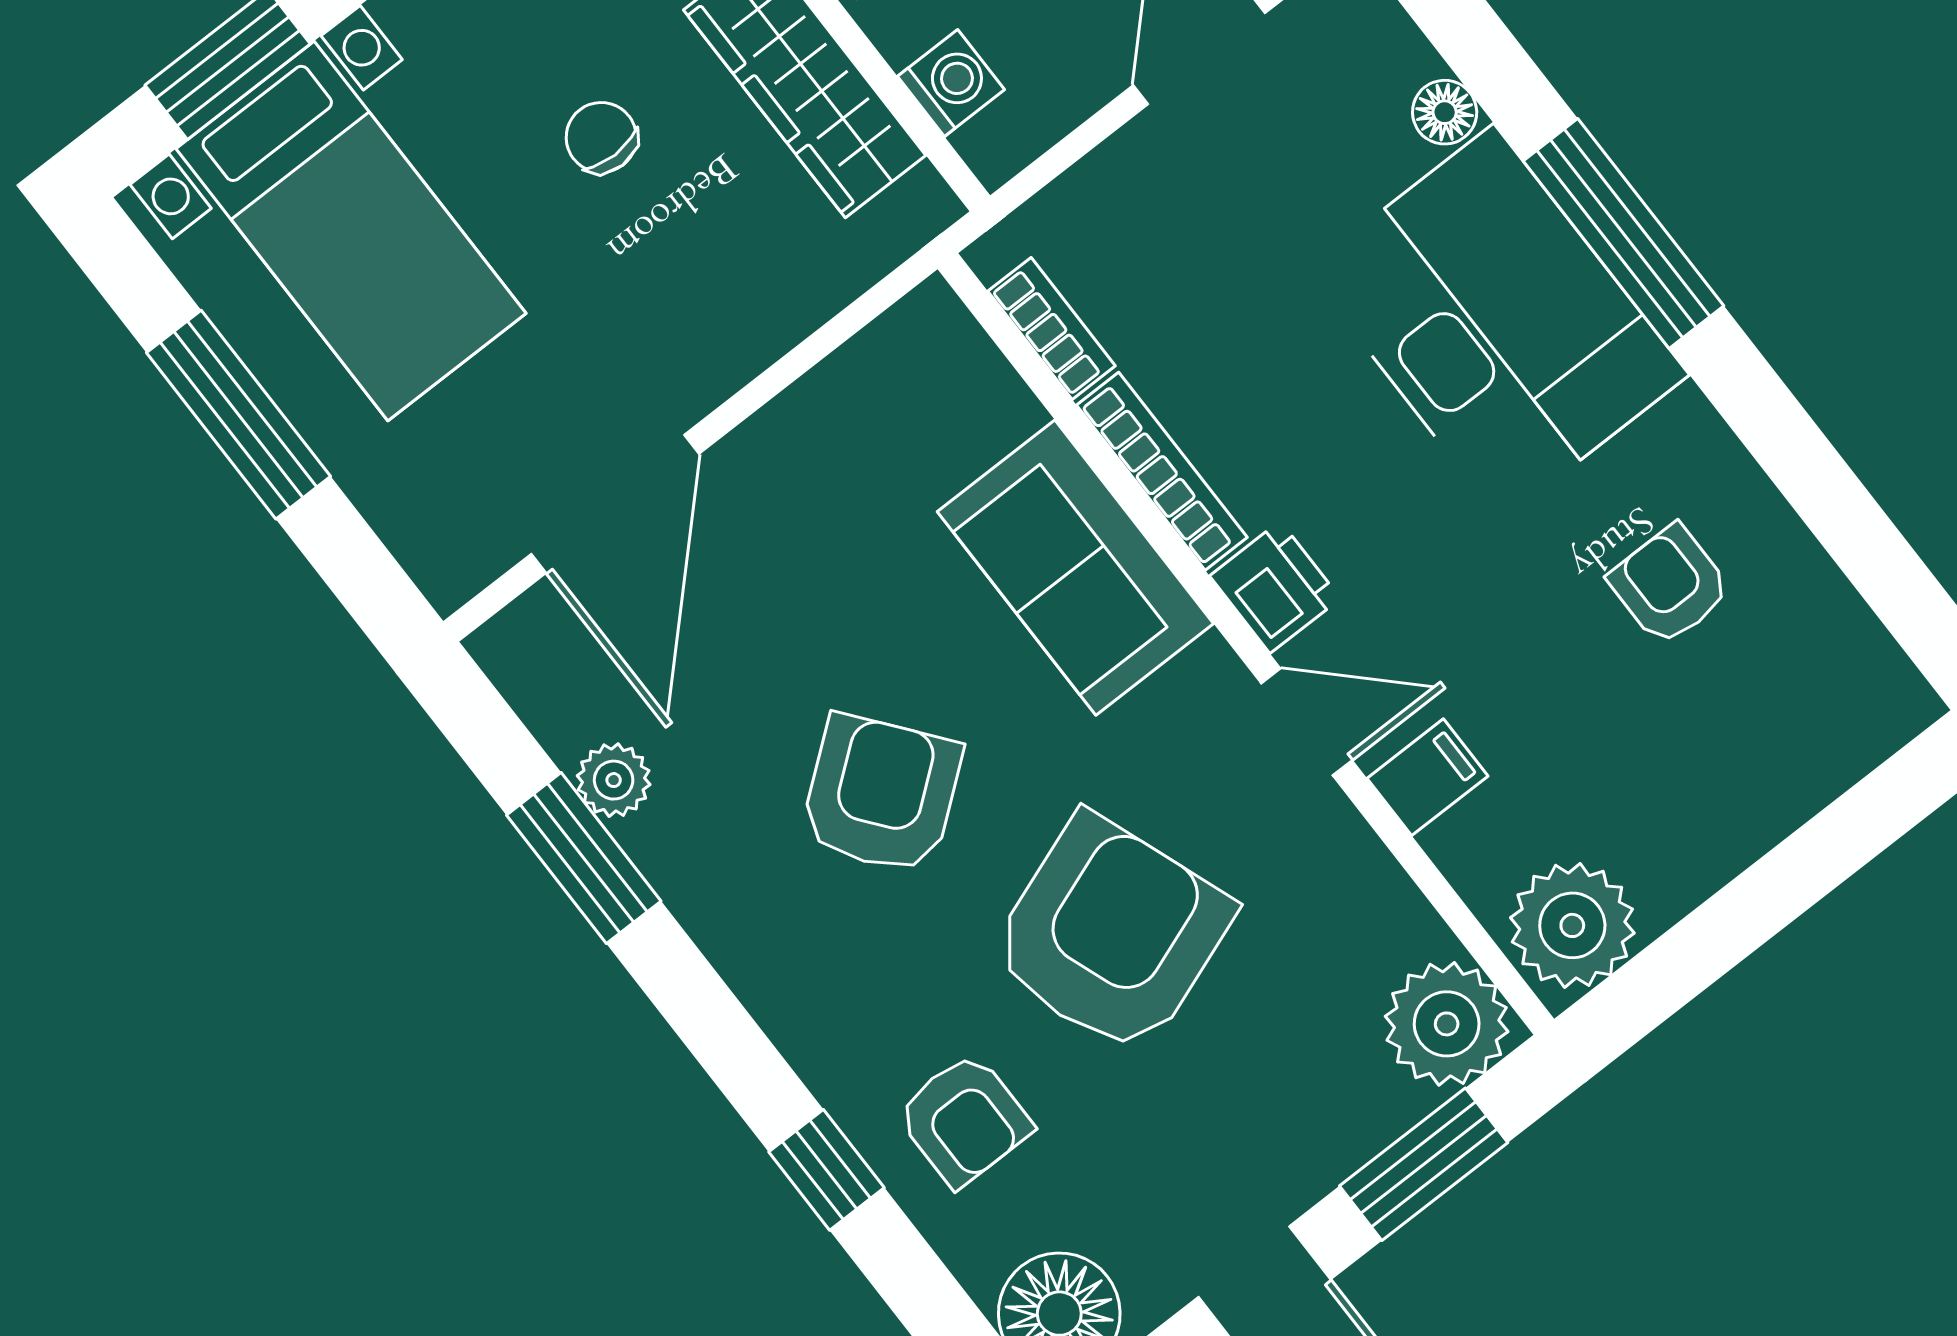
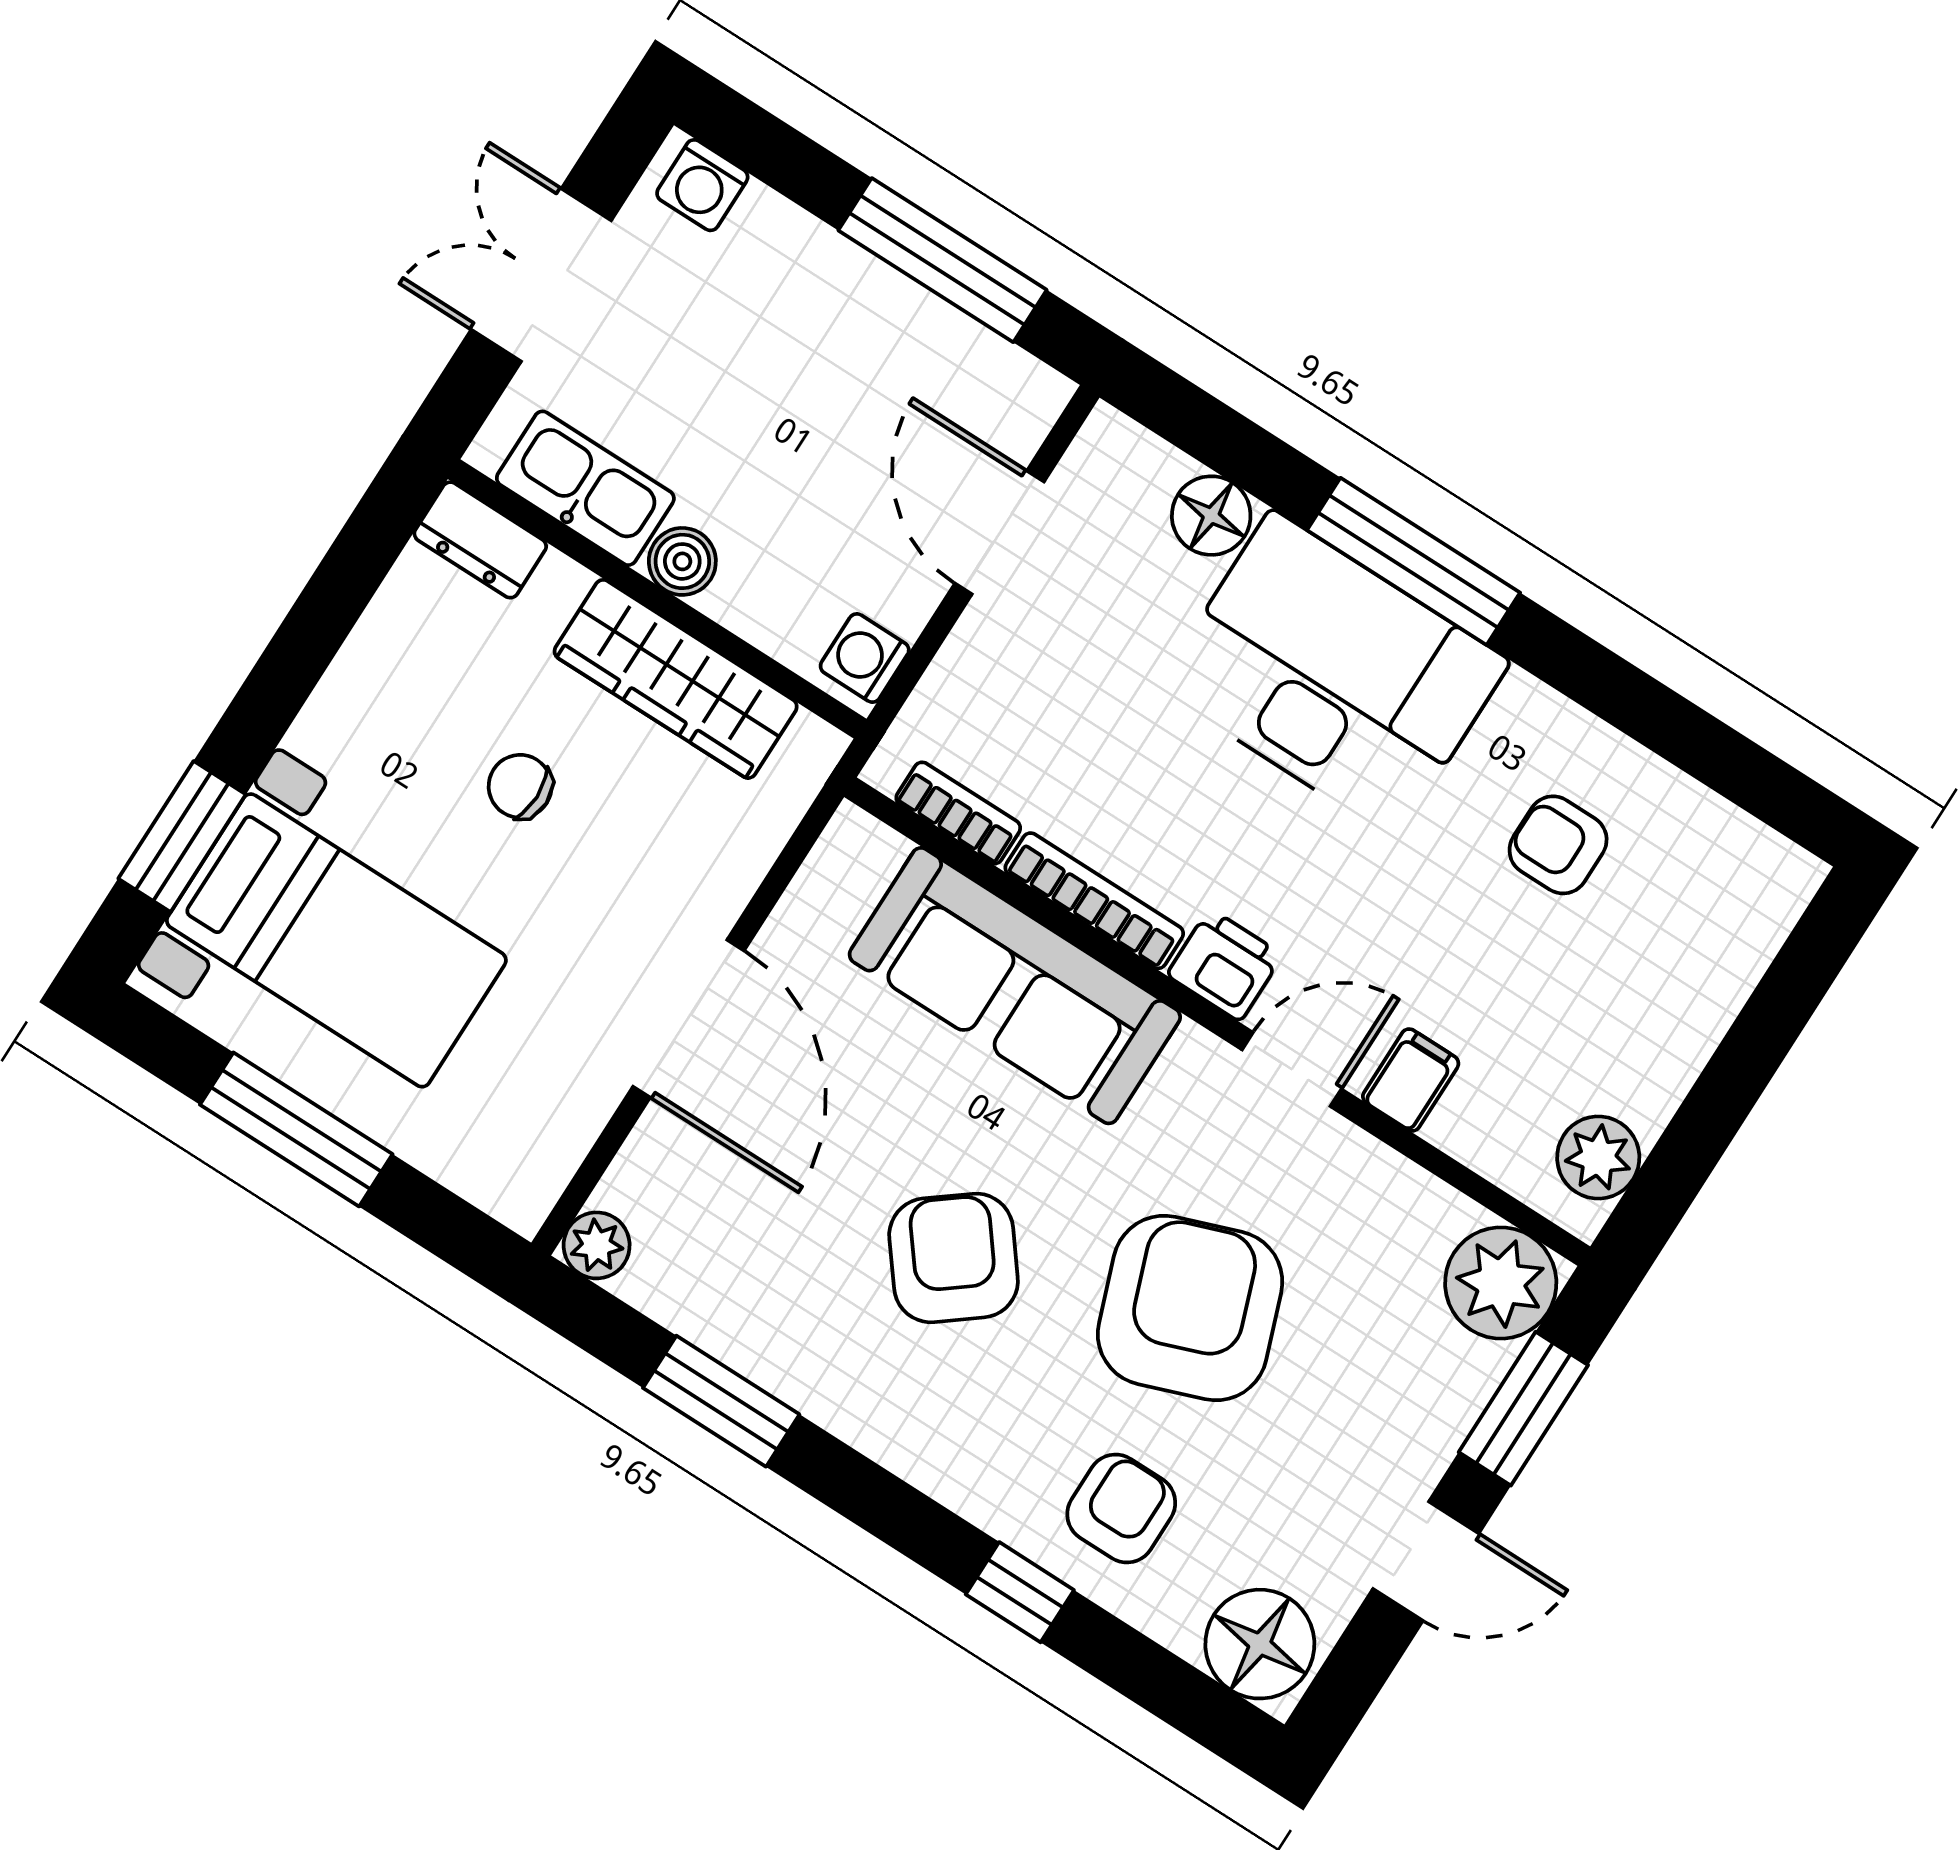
washing machine: (951, 83) -> (865, 658), moved, turned -90
floor lamp: (1445, 112) -> (1211, 516), width x1.37, depth x1.37
door: (615, 504) -> (689, 1019), moved
sofa: (1075, 568) -> (1015, 986), width x1.36
plant: (614, 780) -> (597, 1245), moved
plant: (1572, 925) -> (1598, 1158), width x0.73, depth x0.73
armchair: (964, 1120) -> (1121, 1509), turned -90

